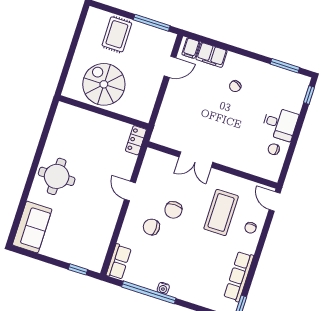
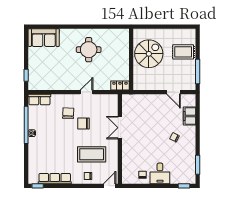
filing cabinet: (191, 48) -> (190, 102), removed
round table: (57, 176) -> (89, 50), moved

